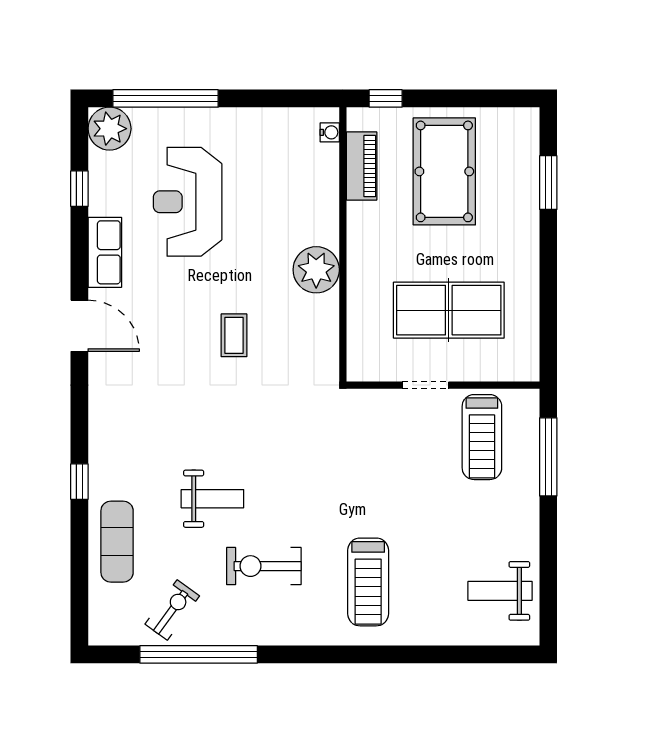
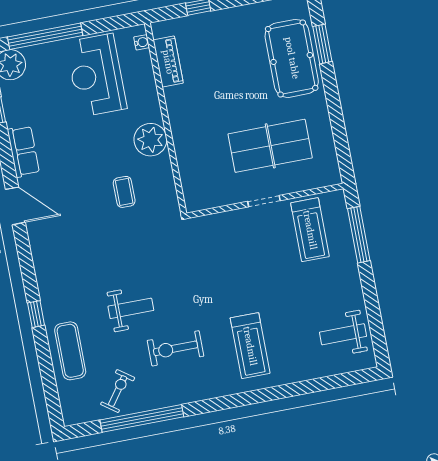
water cooler: (330, 132) -> (142, 42), moved
piano: (362, 166) -> (168, 62), moved
pool table: (444, 171) -> (292, 58), moved
reception desk: (188, 202) -> (96, 75), moved
wall: (343, 244) -> (166, 118), moved
plant: (316, 270) -> (150, 140), moved

